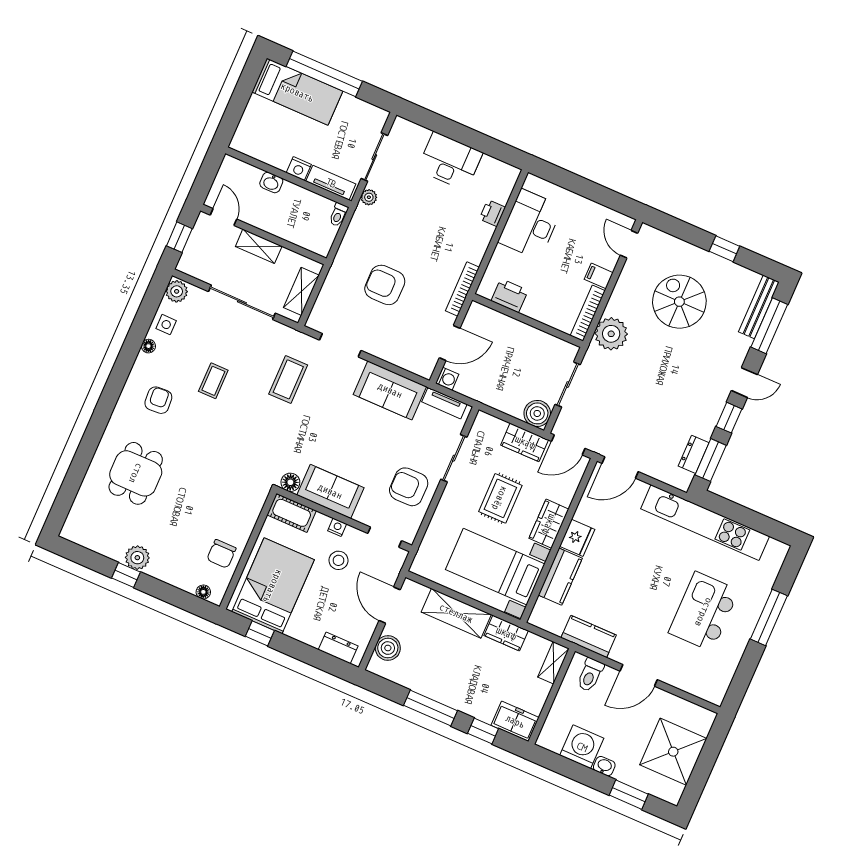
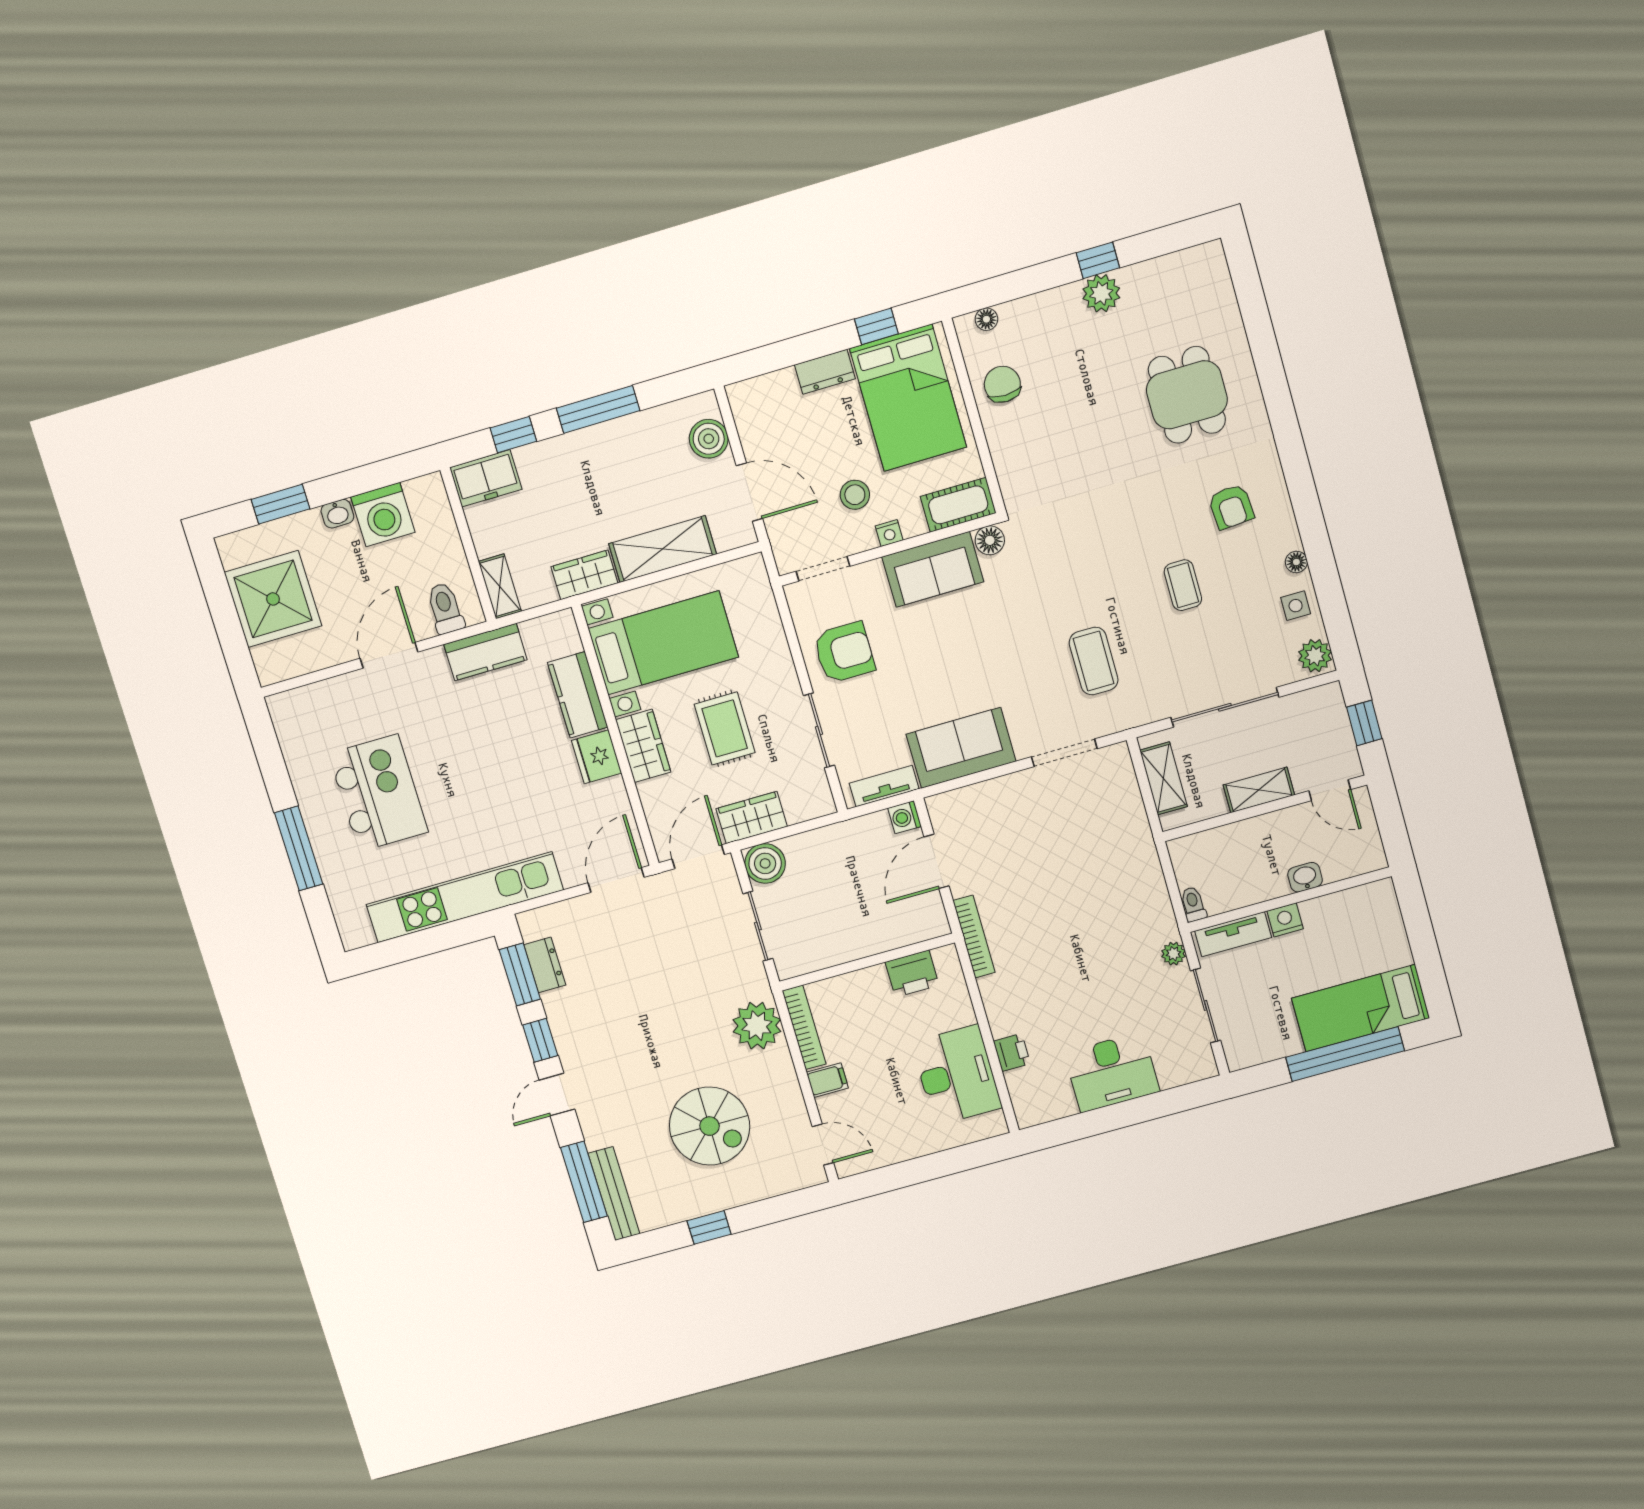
armchair: (385, 285) -> (1070, 867), removed
dresser: (338, 648) -> (825, 372), moved

